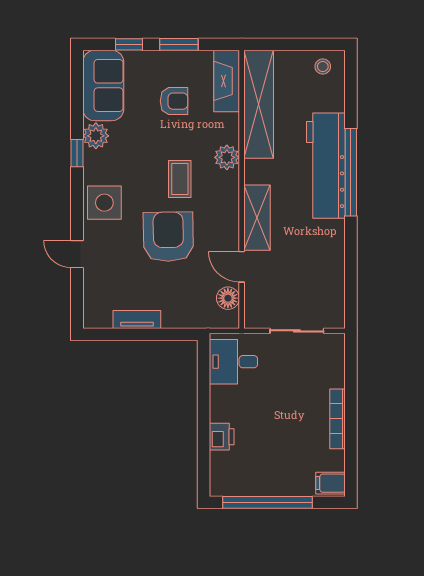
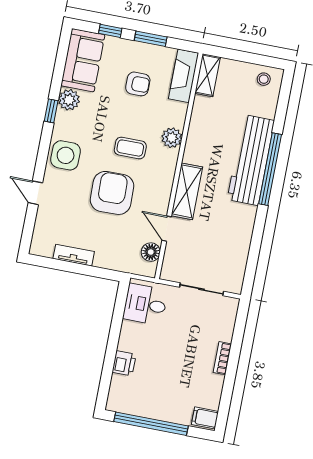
shelving: (259, 104) -> (208, 75), width x0.45, depth x0.75
coffee table: (180, 179) -> (130, 148), turned 90
bookcase: (337, 419) -> (222, 358), width x0.64

